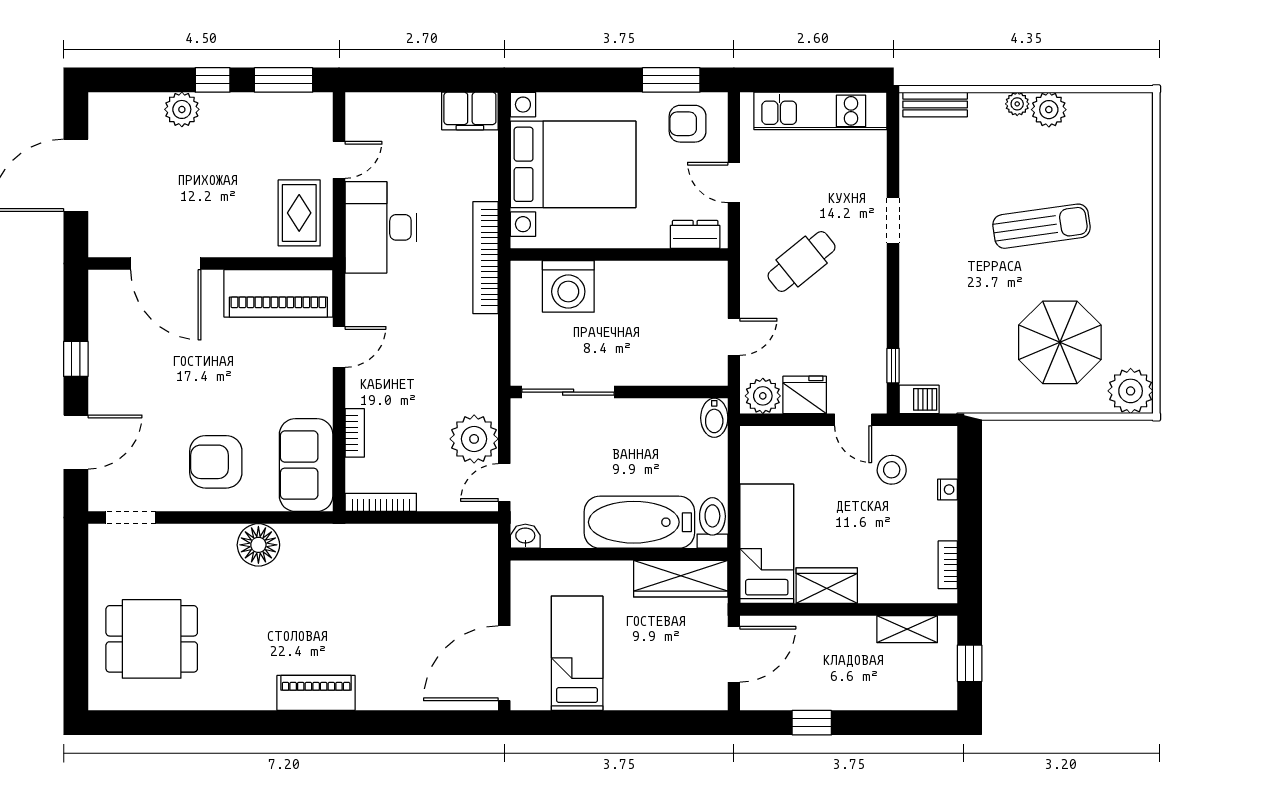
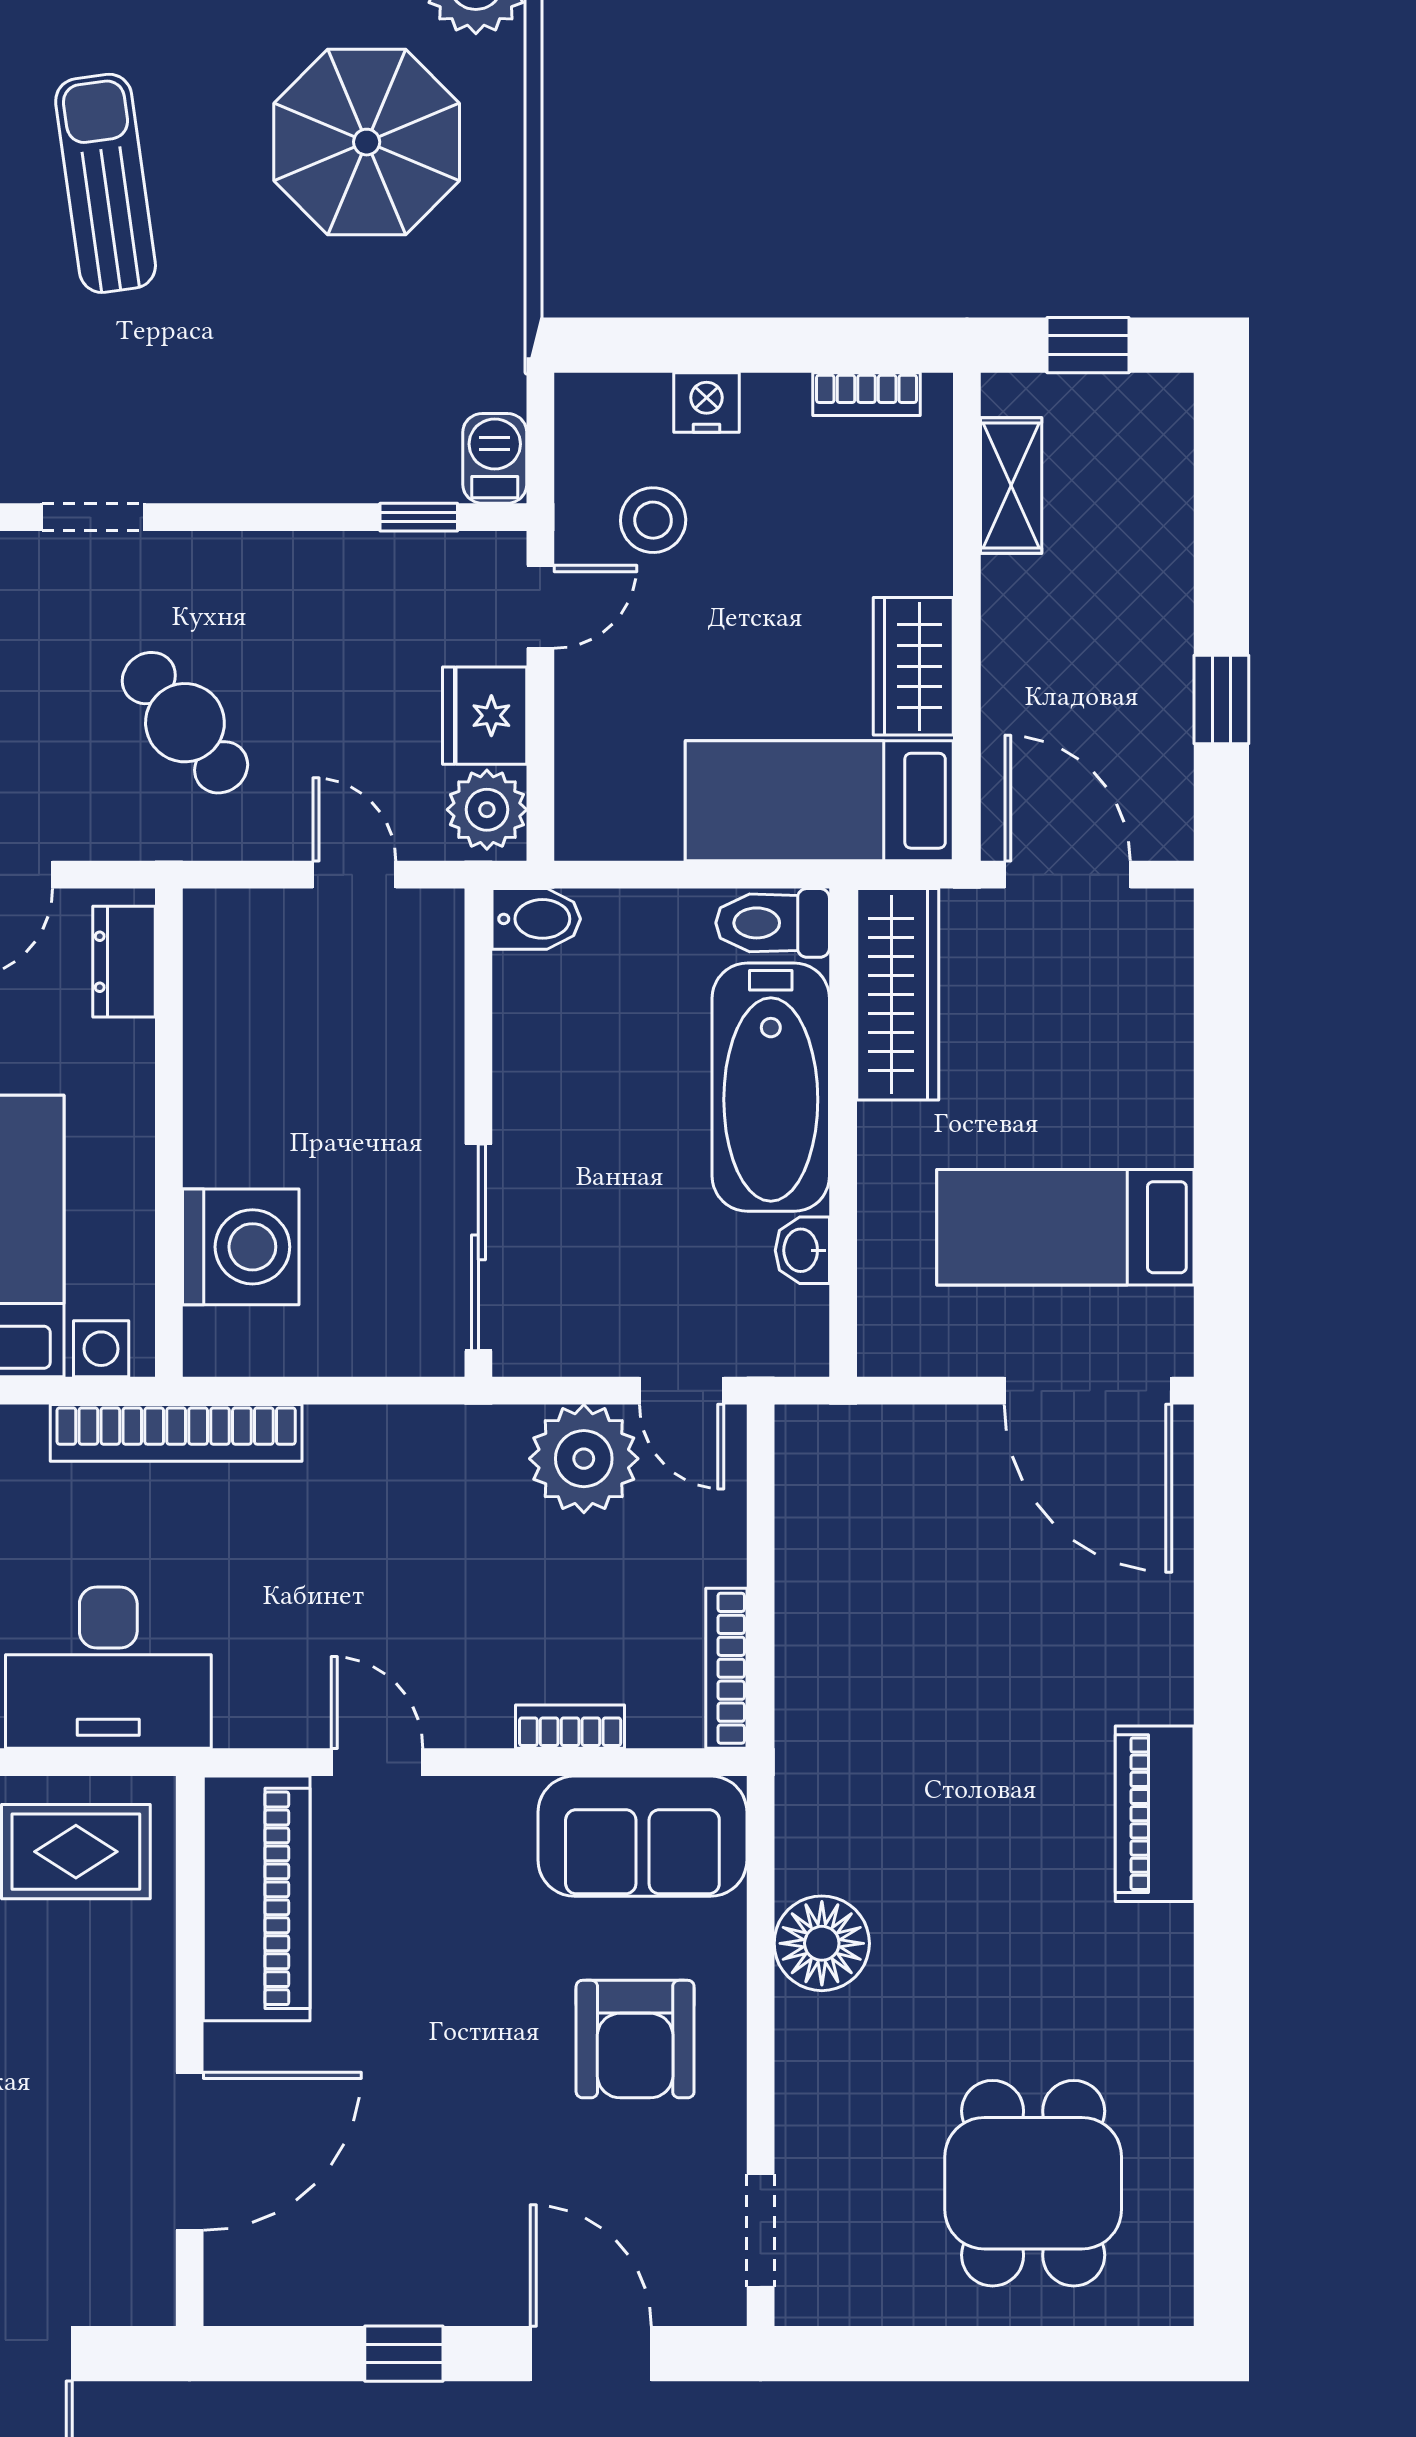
nightstand: (947, 490) -> (707, 402), width x1.39, depth x1.35
washbasin: (525, 536) -> (802, 1250), moved

